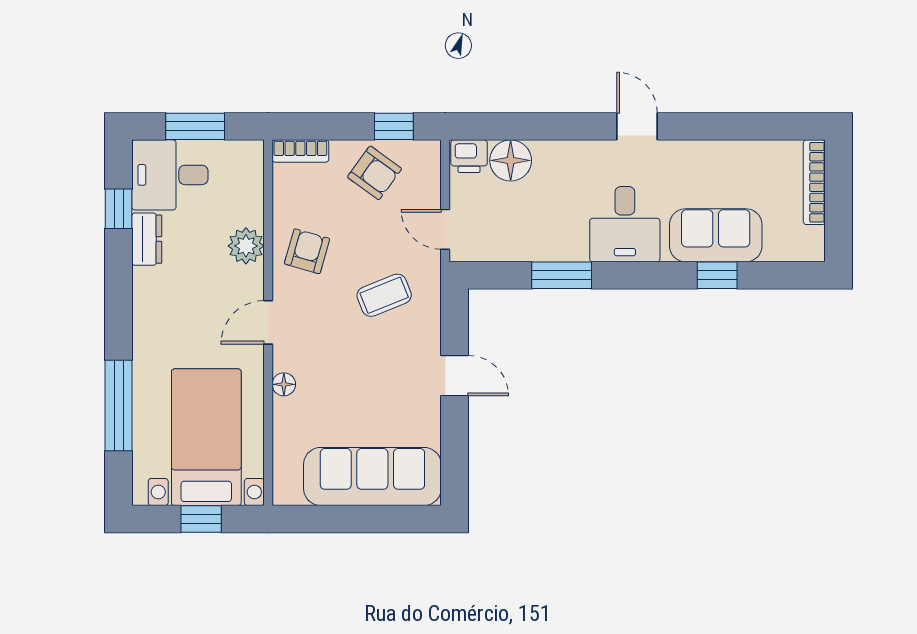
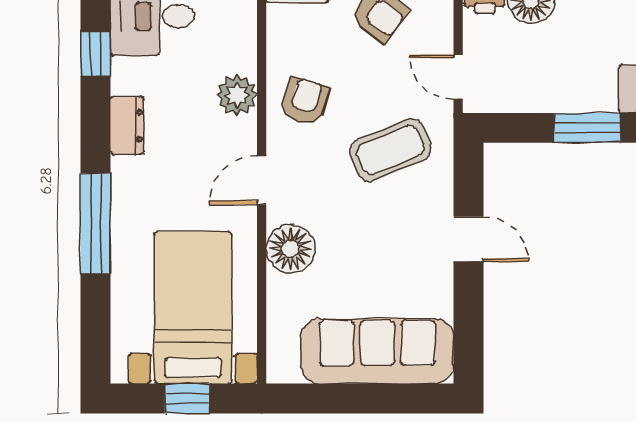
dresser: (147, 239) -> (127, 126), moved
coffee table: (384, 295) -> (390, 150), width x1.36, depth x1.30
floor lamp: (284, 384) -> (290, 249), width x1.89, depth x1.89
window: (119, 406) -> (96, 223), moved

